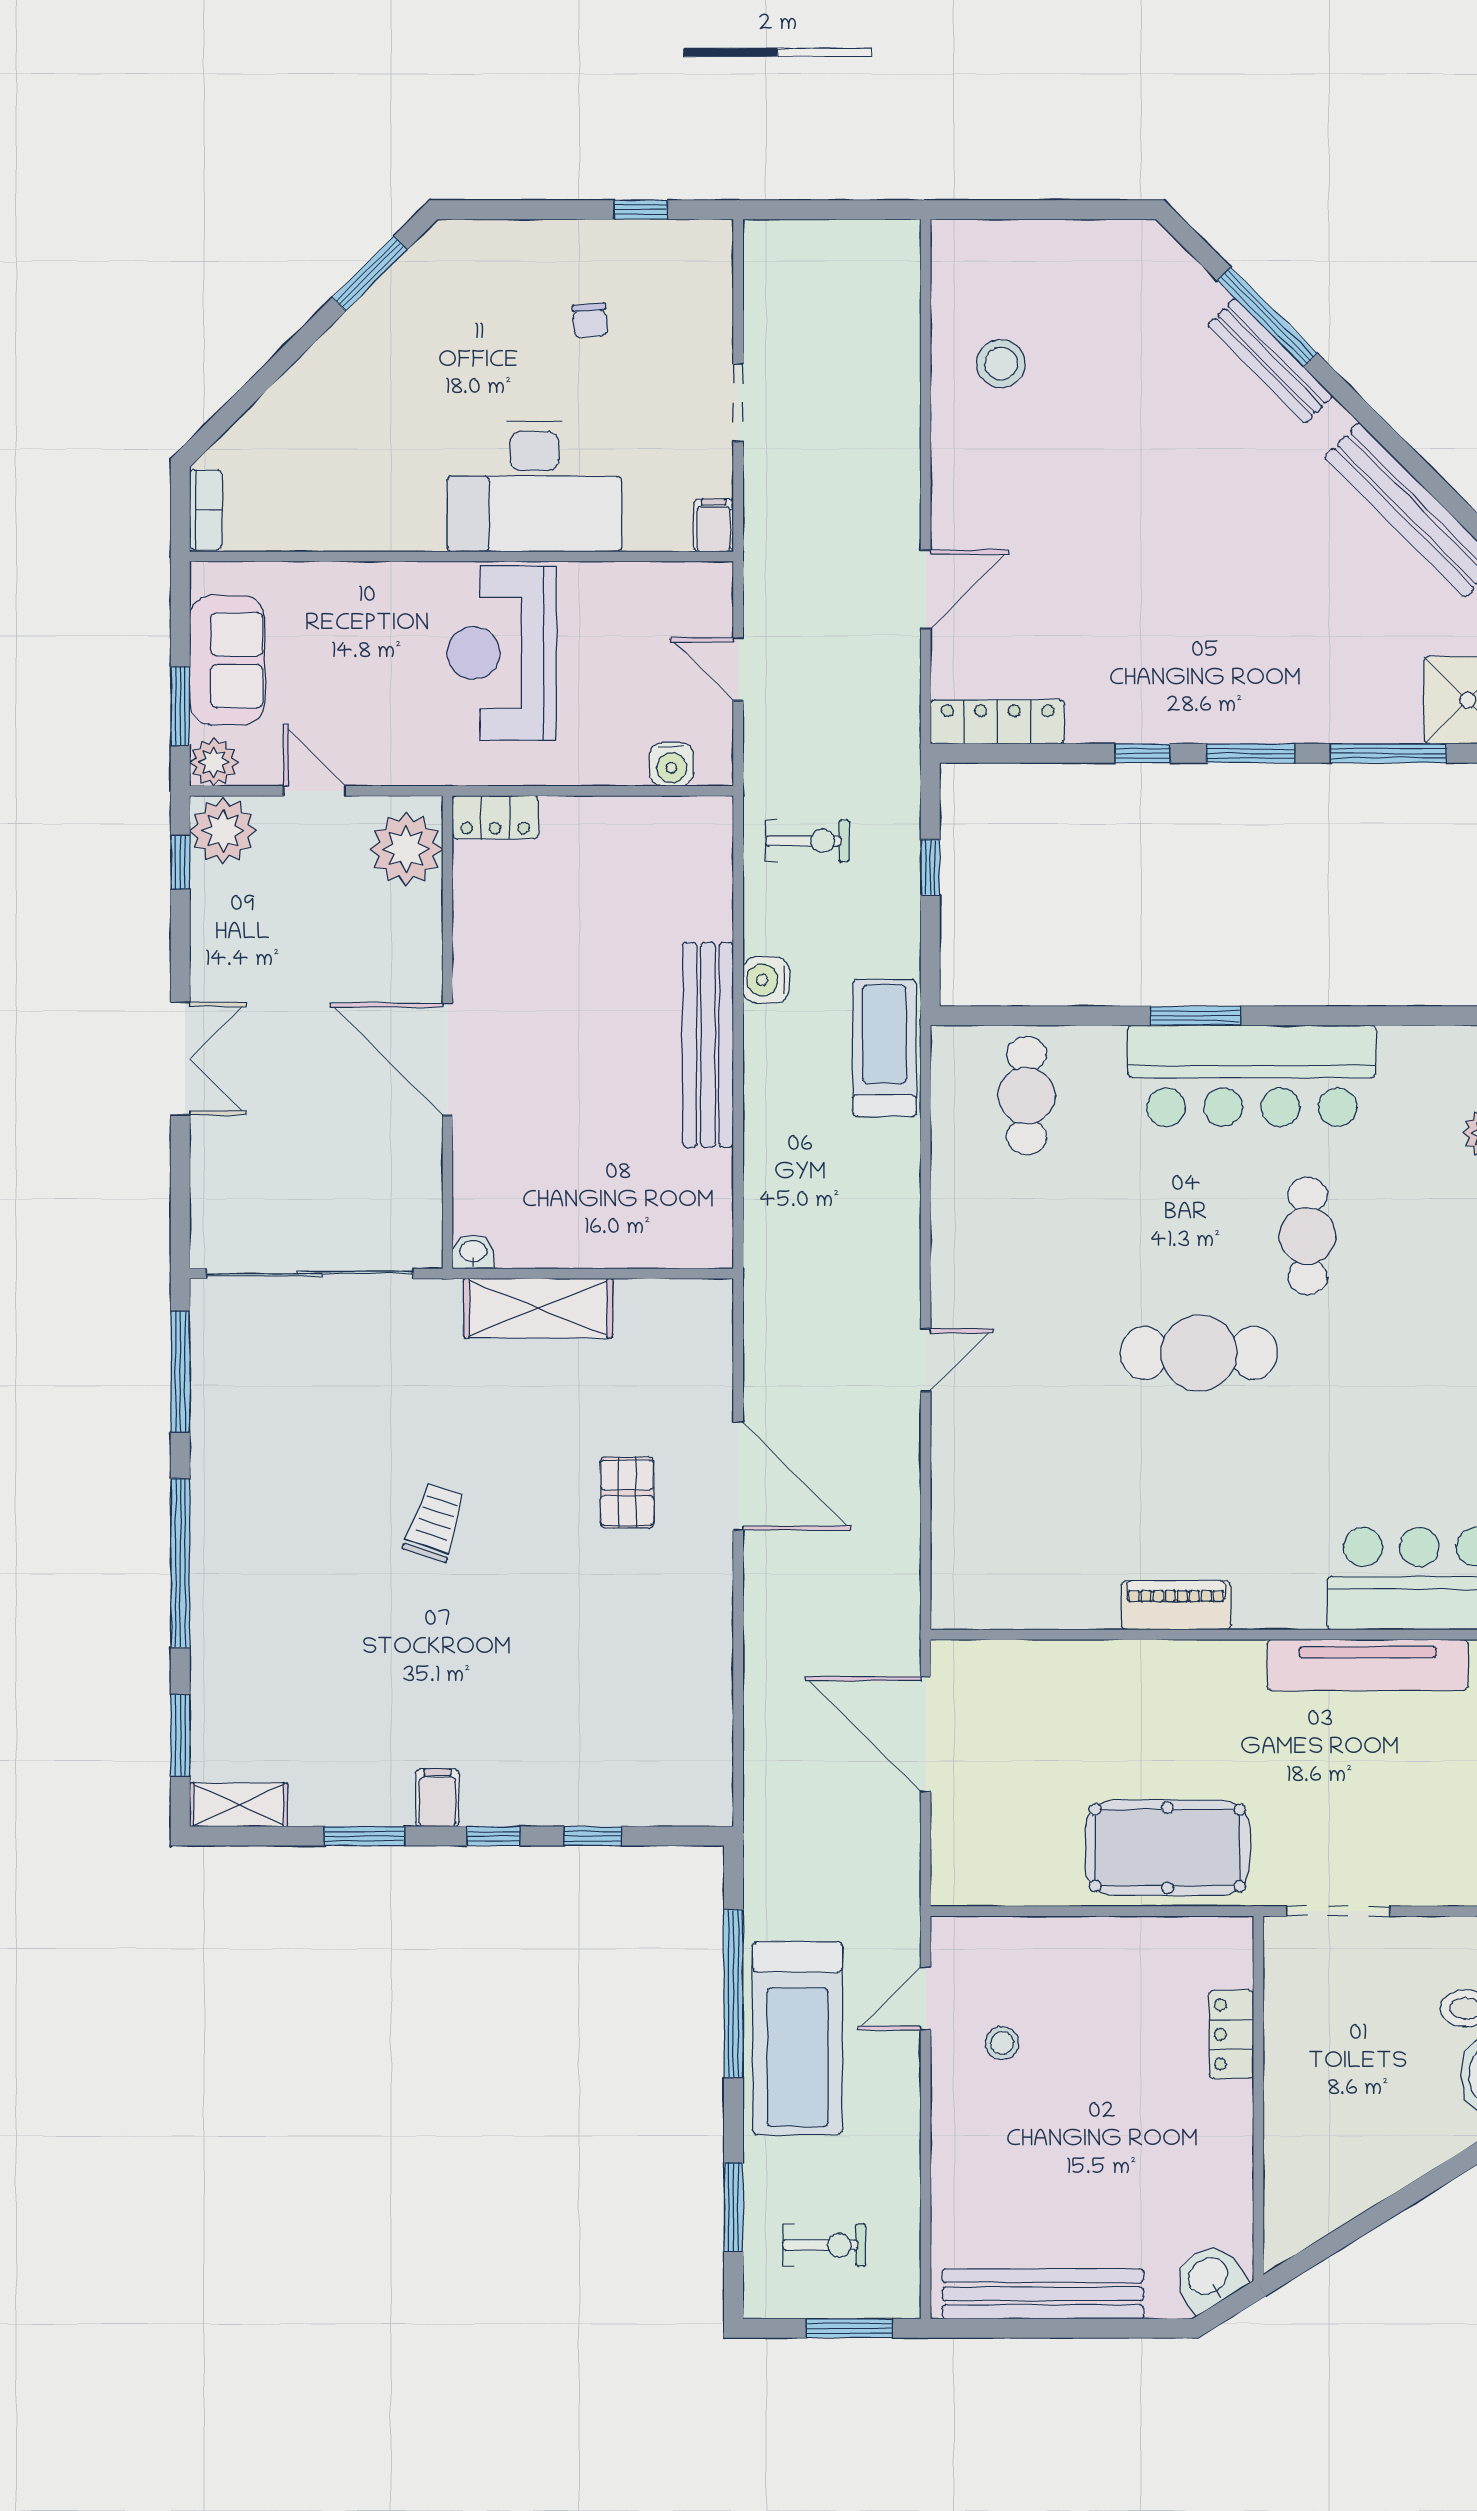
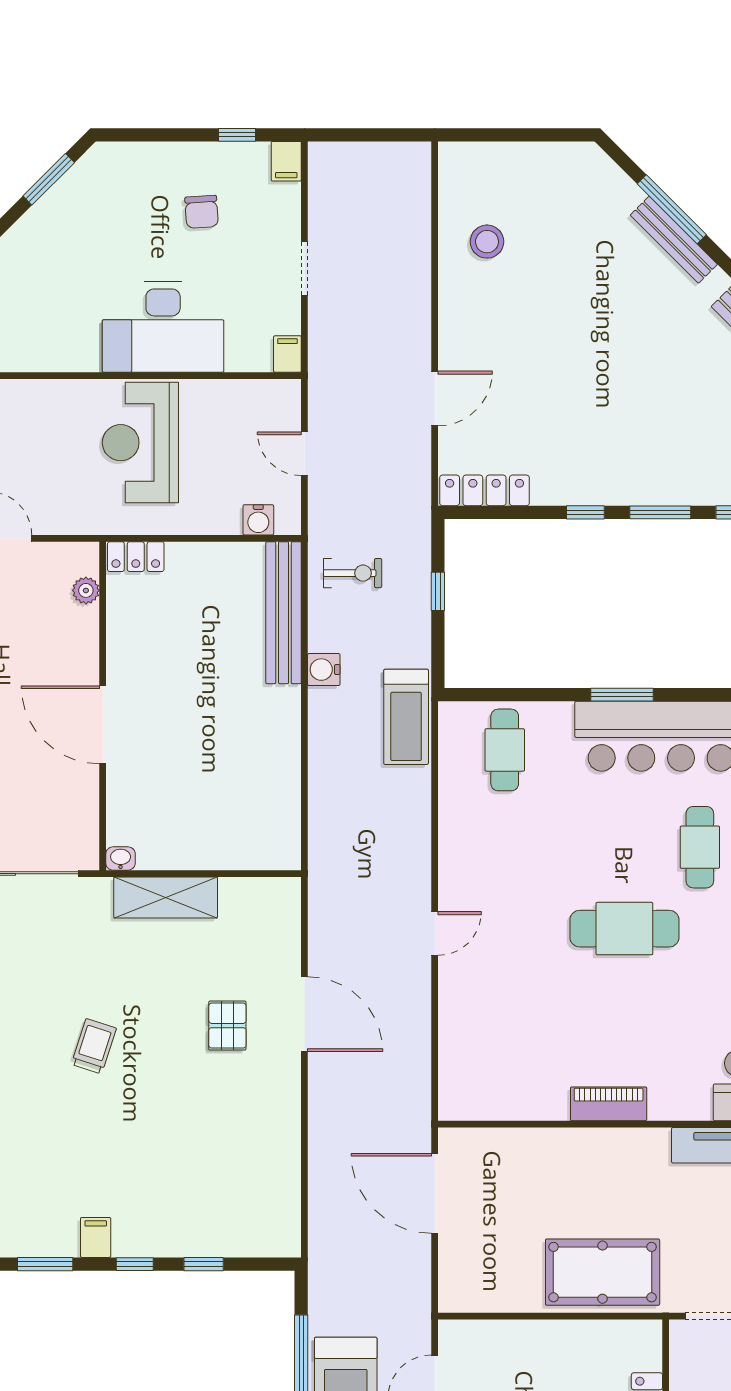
filing cabinet: (712, 248) -> (286, 161), added
chair: (590, 321) -> (202, 212), width x1.37, depth x1.37
plant: (406, 849) -> (86, 590), width x0.53, depth x0.53
bench: (708, 1045) -> (284, 613), moved
treadmill: (884, 1048) -> (406, 717), turned 180

